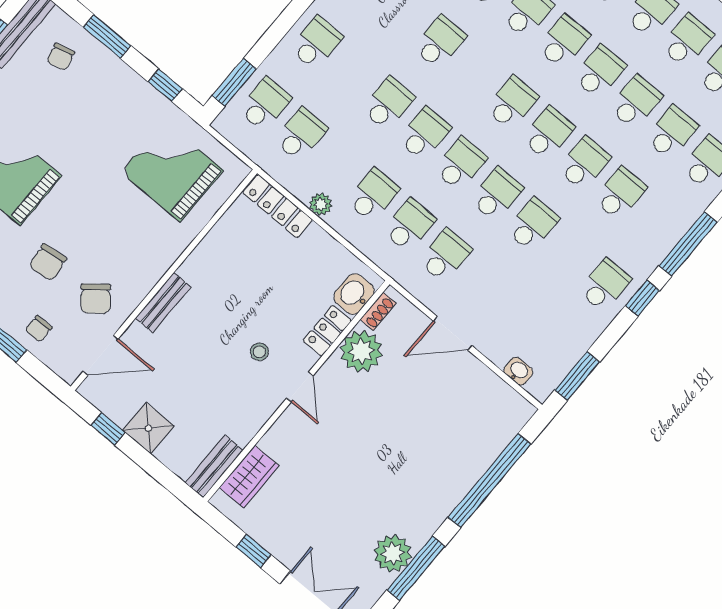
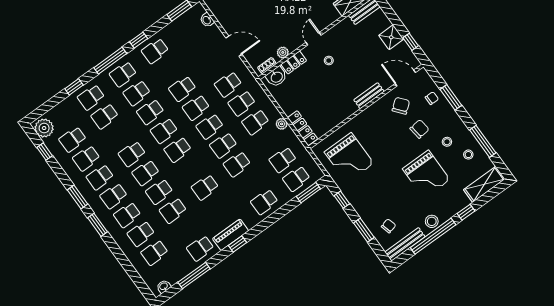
school desk: (636, 102) -> (123, 74), moved
plant: (361, 351) -> (283, 52), width x0.53, depth x0.53

